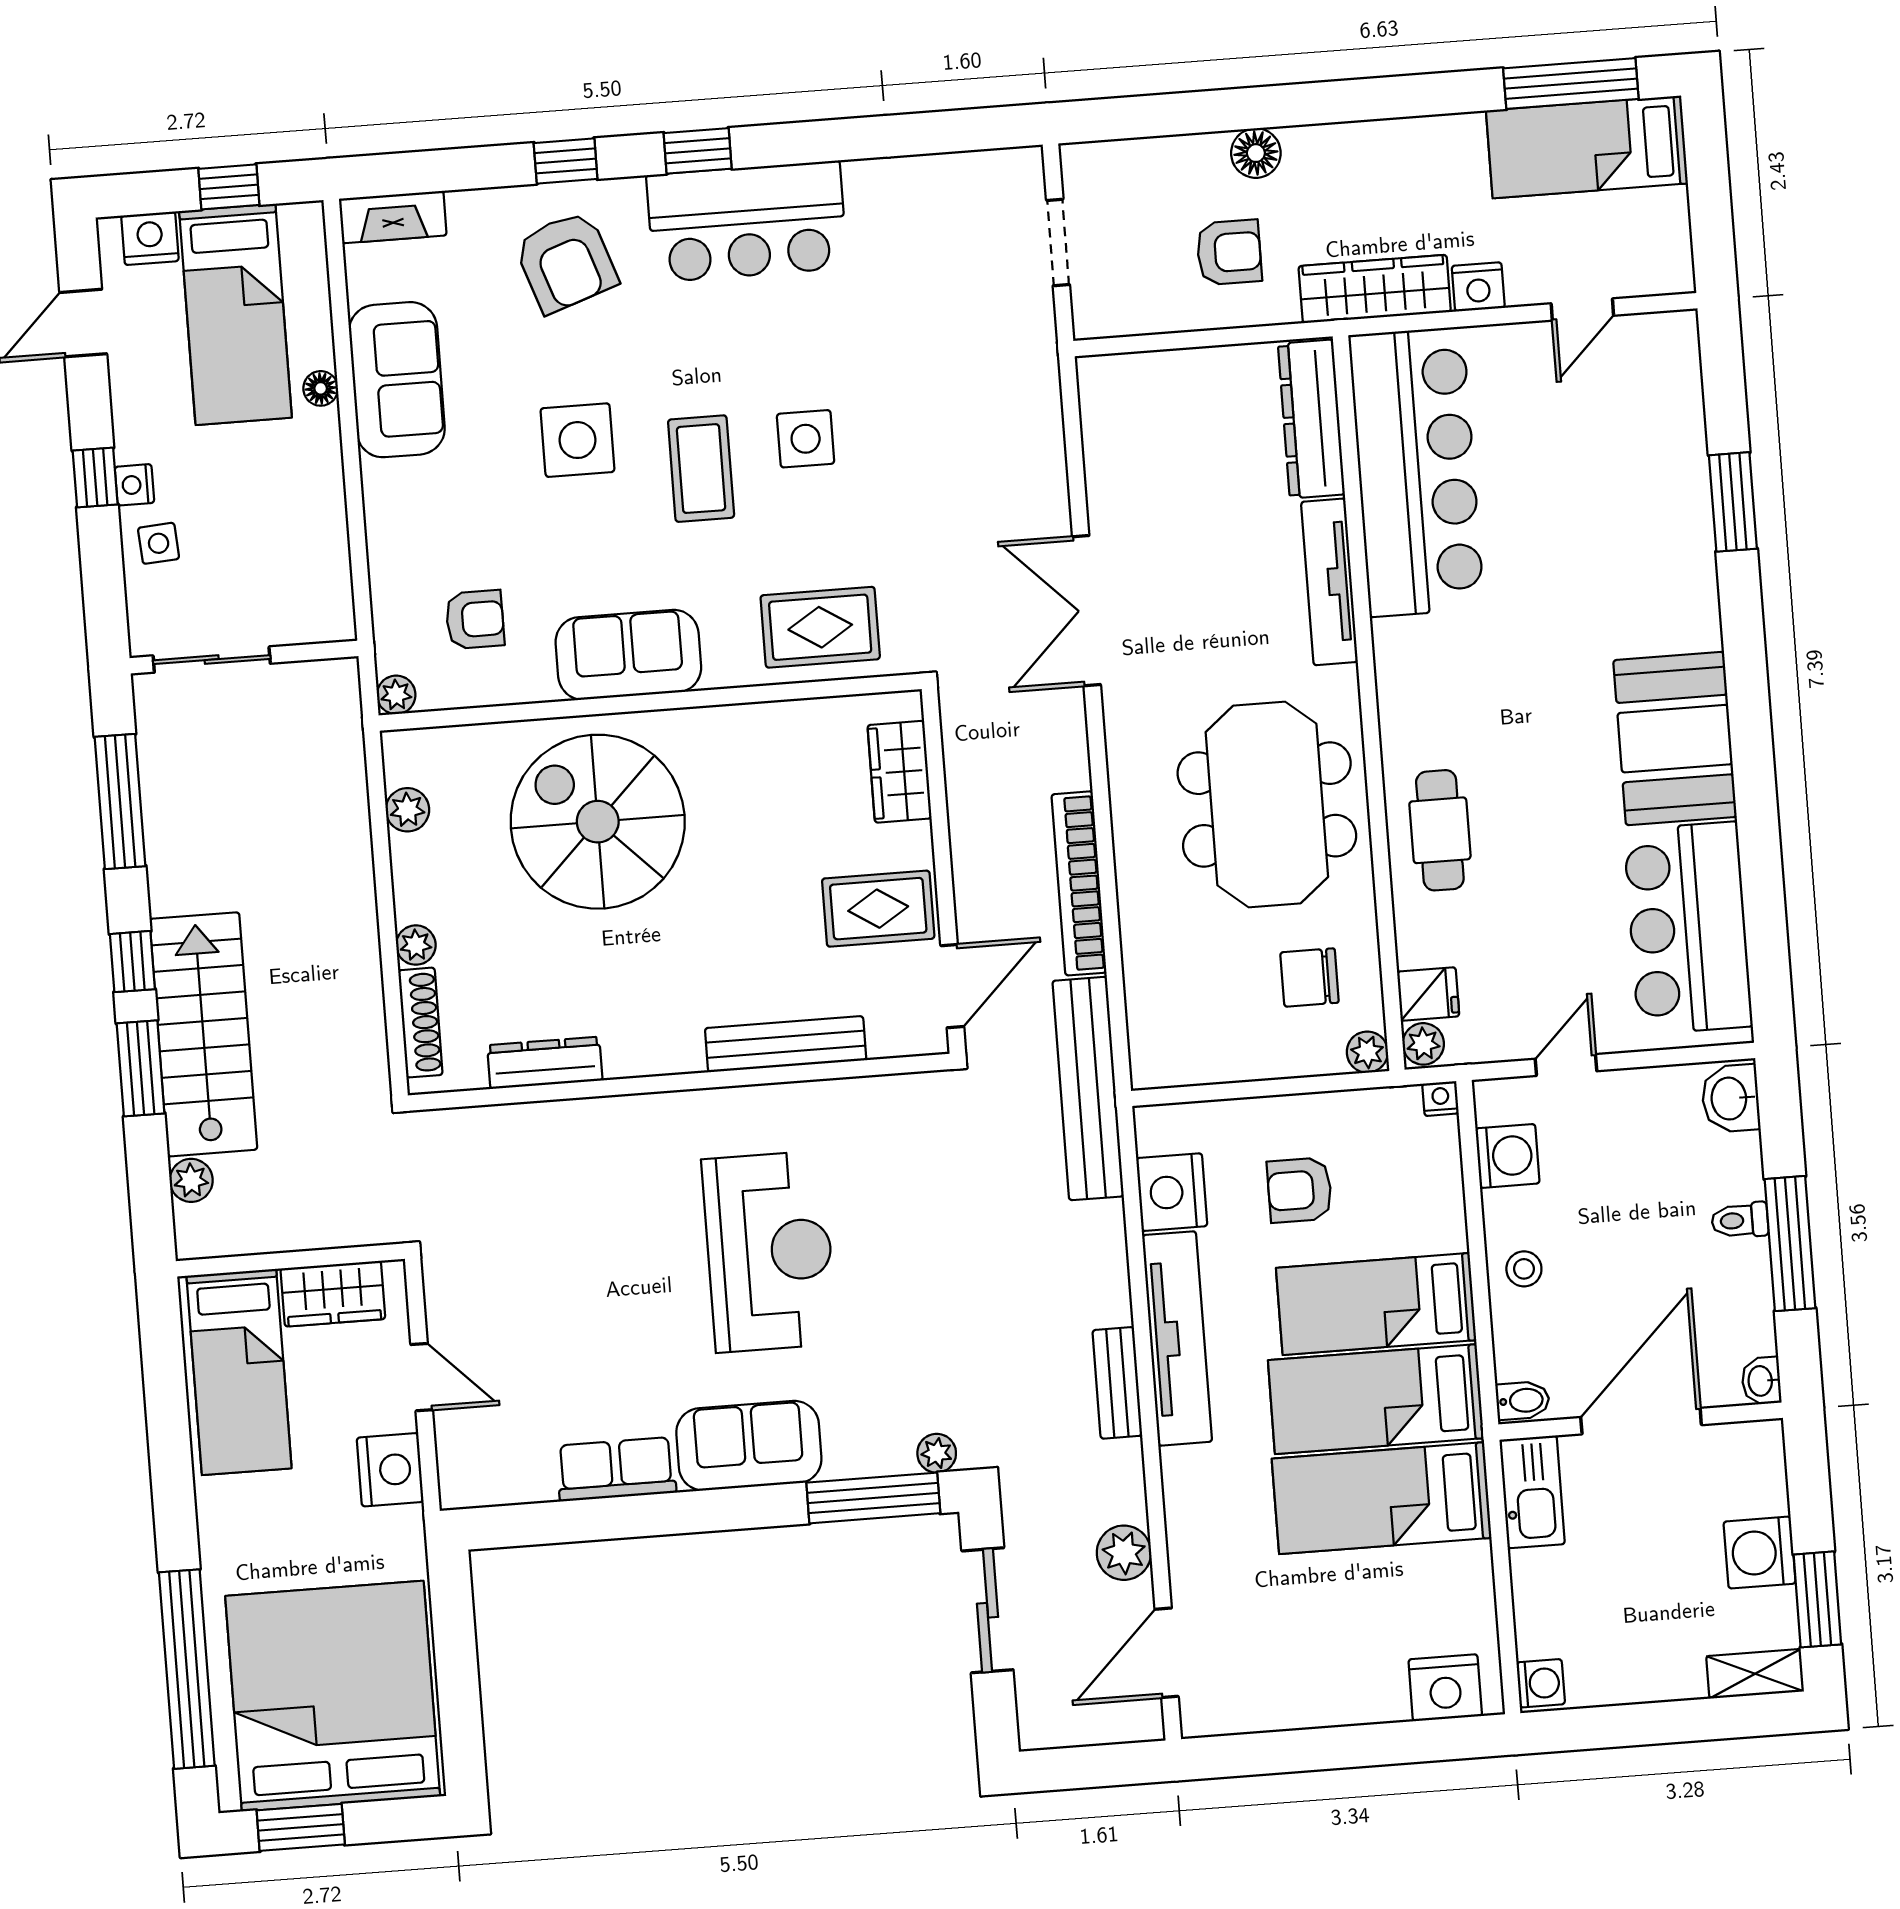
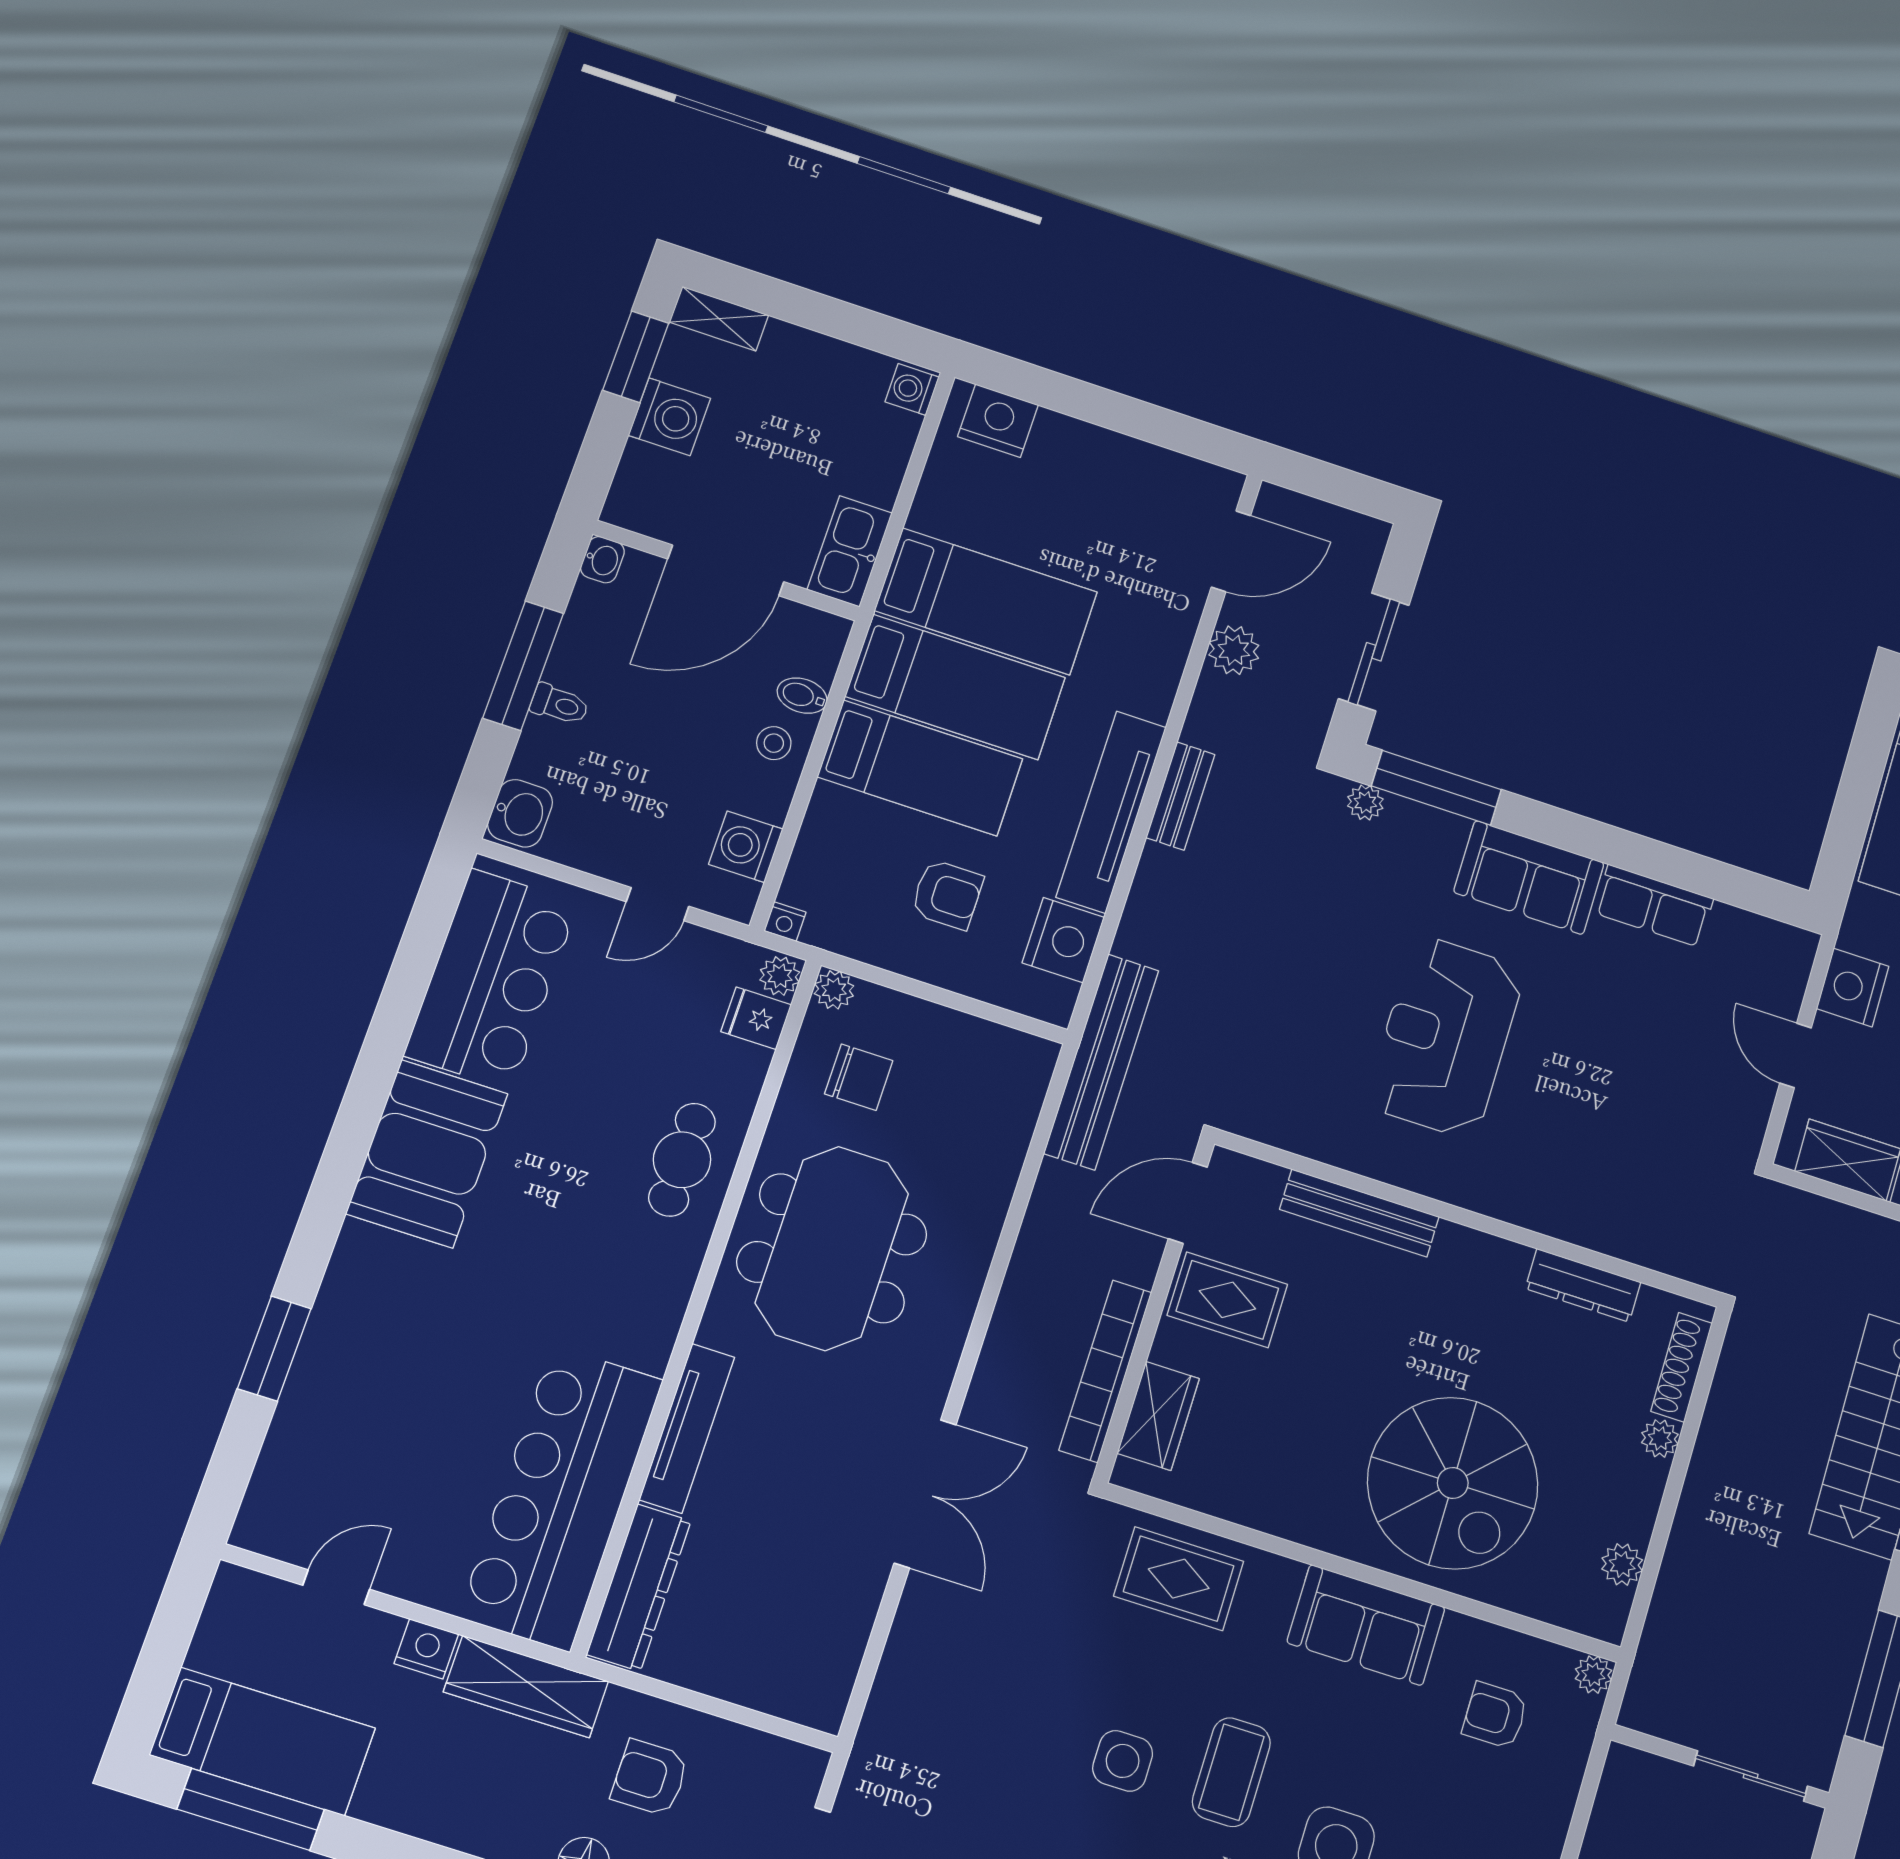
bookcase: (1079, 883) -> (1105, 1371), moved, turned 180
bidet: (1523, 1401) -> (802, 696), moved

